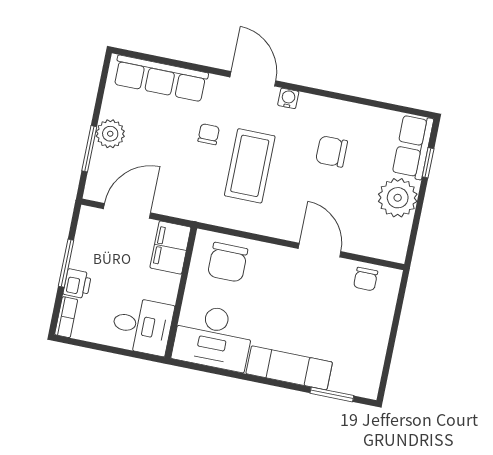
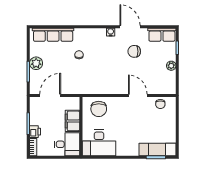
door: (253, 79) -> (130, 27), moved
row of seats: (413, 147) -> (162, 35), moved, turned -90
coffee table: (250, 166) -> (100, 65), removed
plant: (398, 198) -> (171, 66), width x0.53, depth x0.53
filing cabinet: (170, 248) -> (72, 121), moved
exam couch: (289, 368) -> (158, 150), moved

